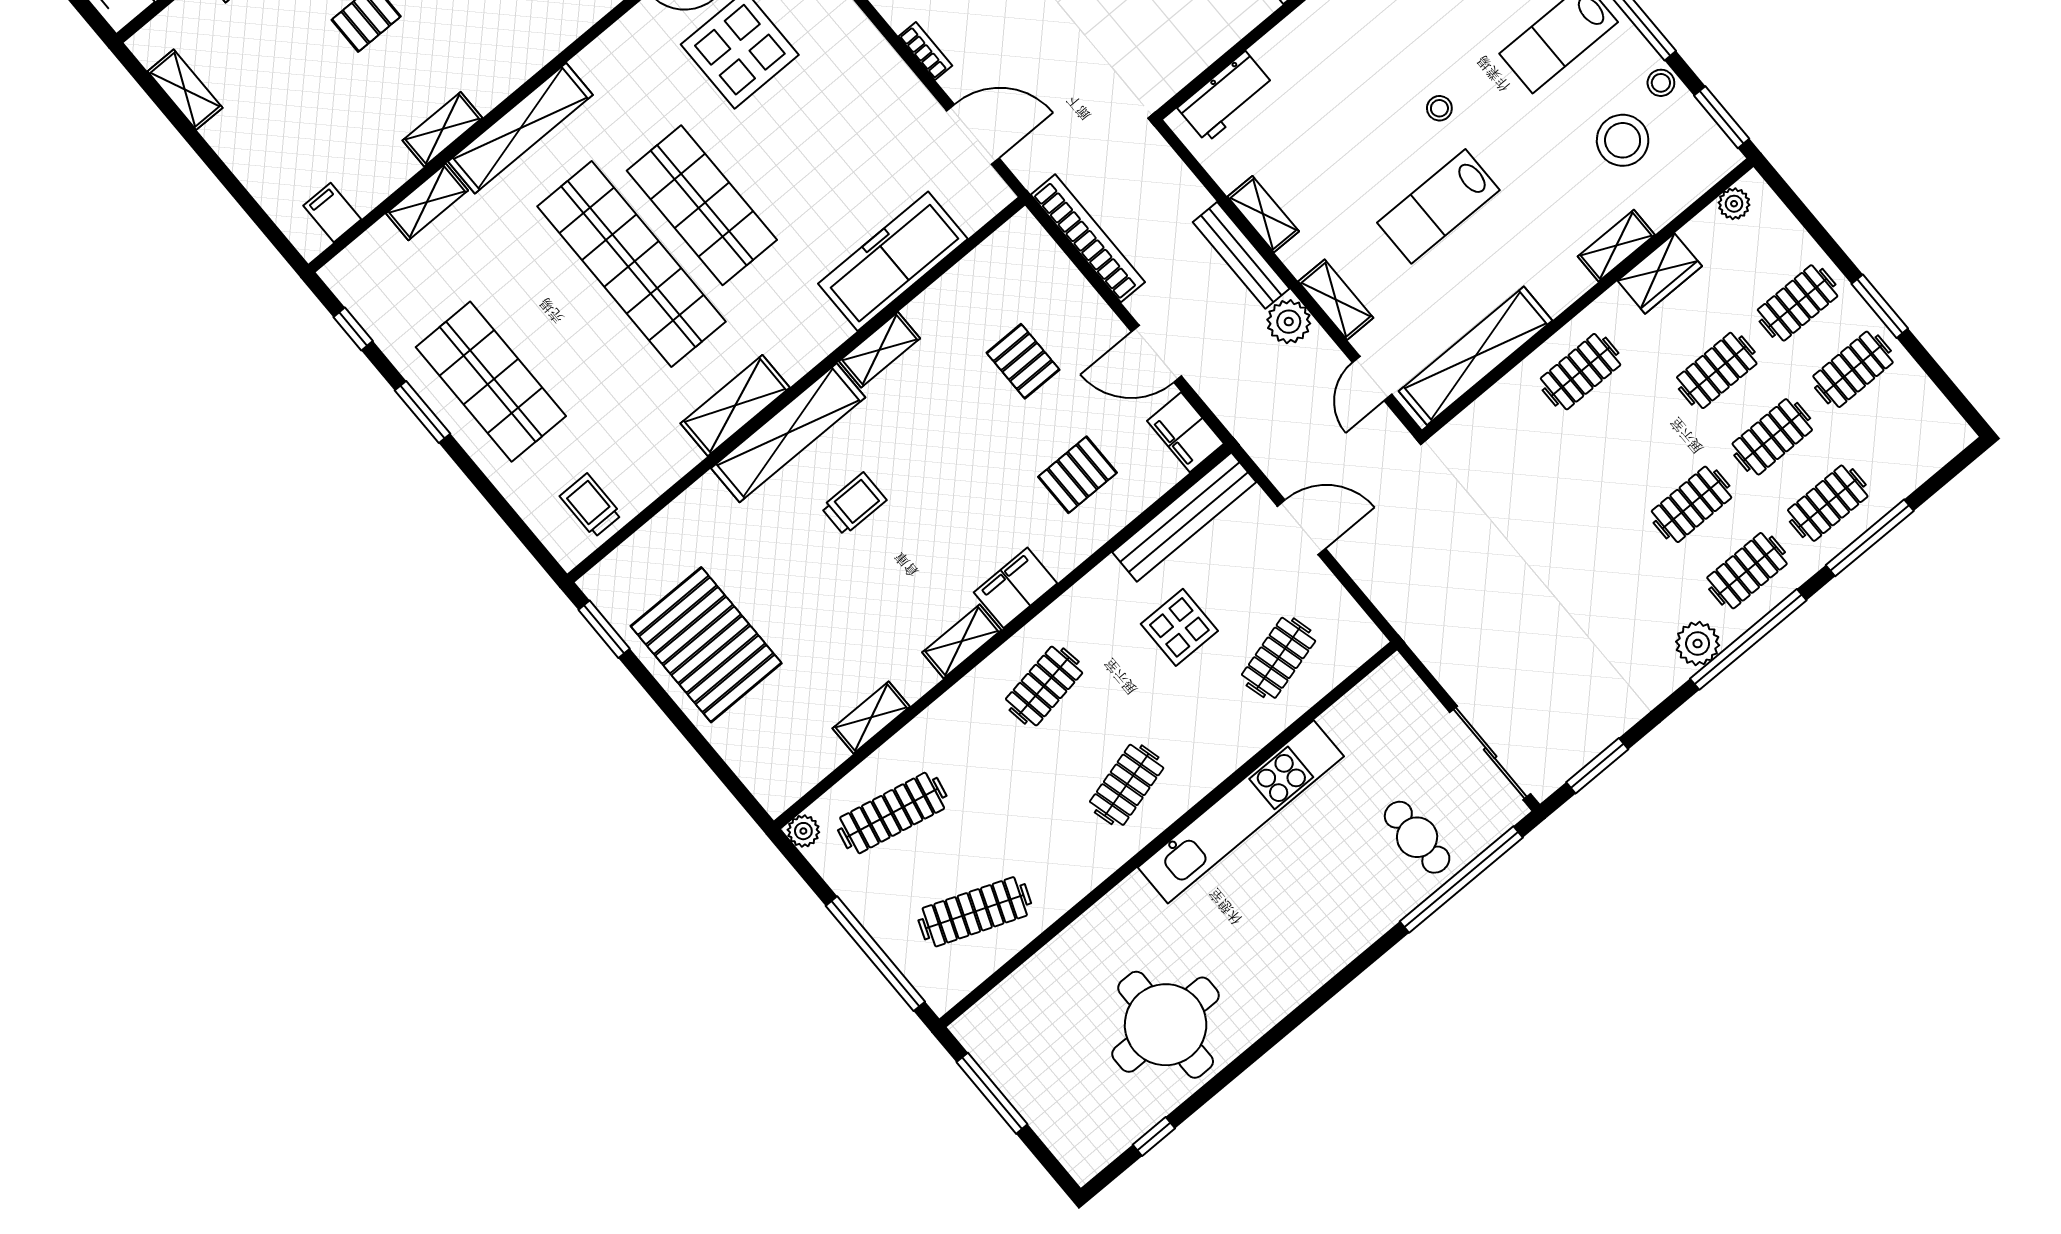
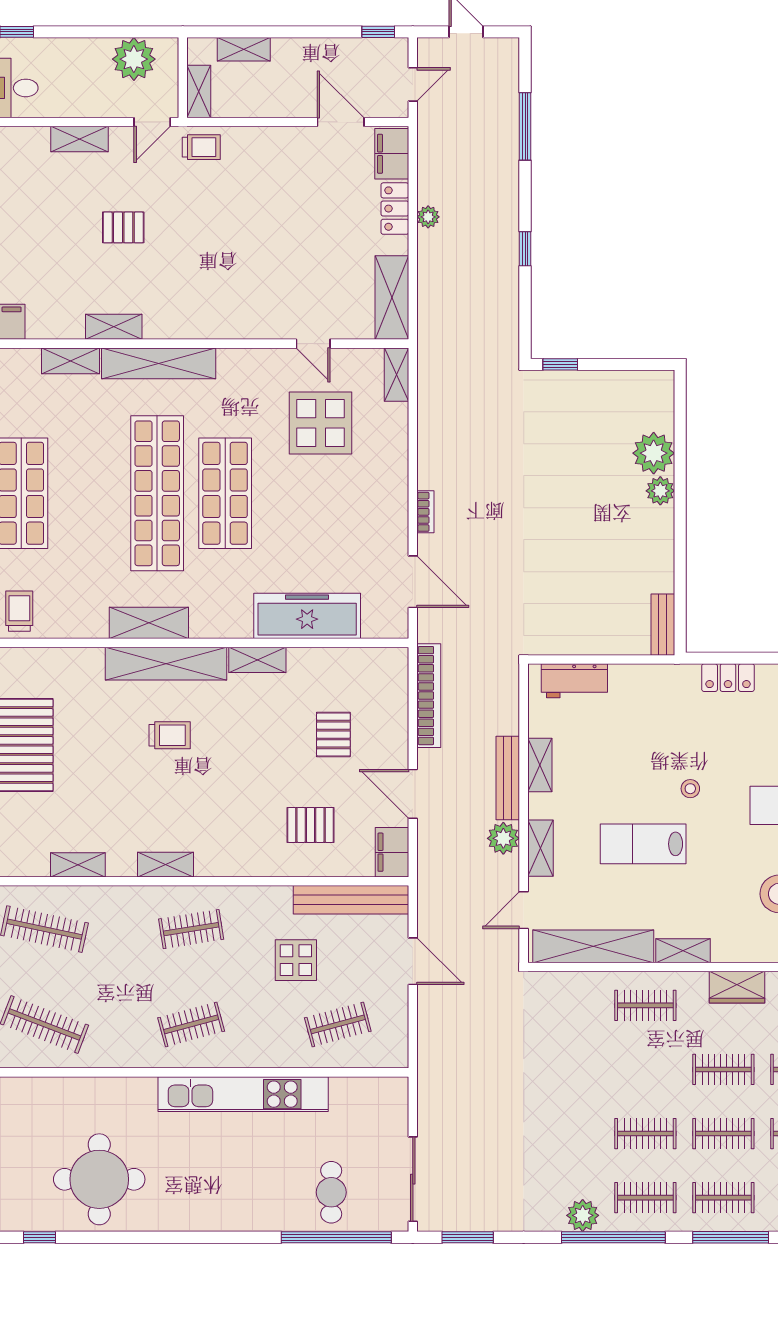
shelving: (1616, 246) -> (683, 951), moved
filing cabinet: (1015, 588) -> (221, 860), removed

